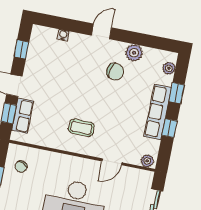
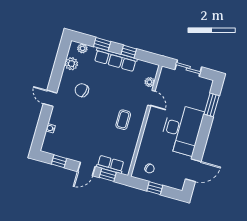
plant: (134, 53) -> (71, 64), moved
chair: (115, 72) -> (82, 90), turned -91
plant: (147, 161) -> (150, 82), moved

